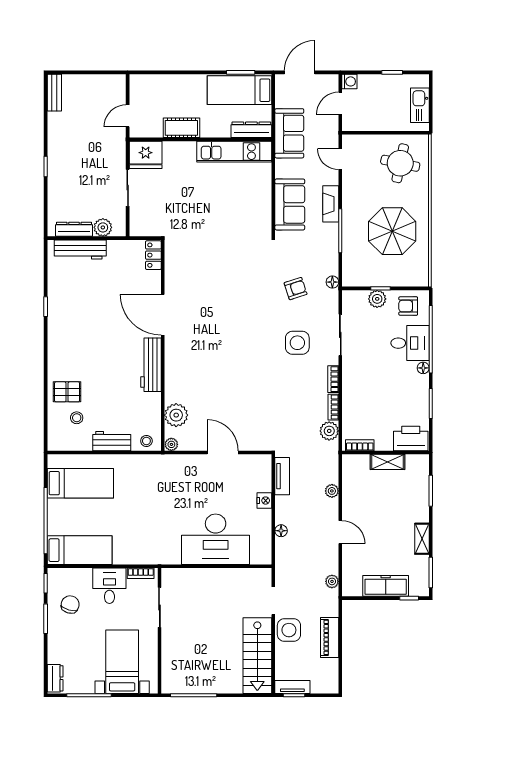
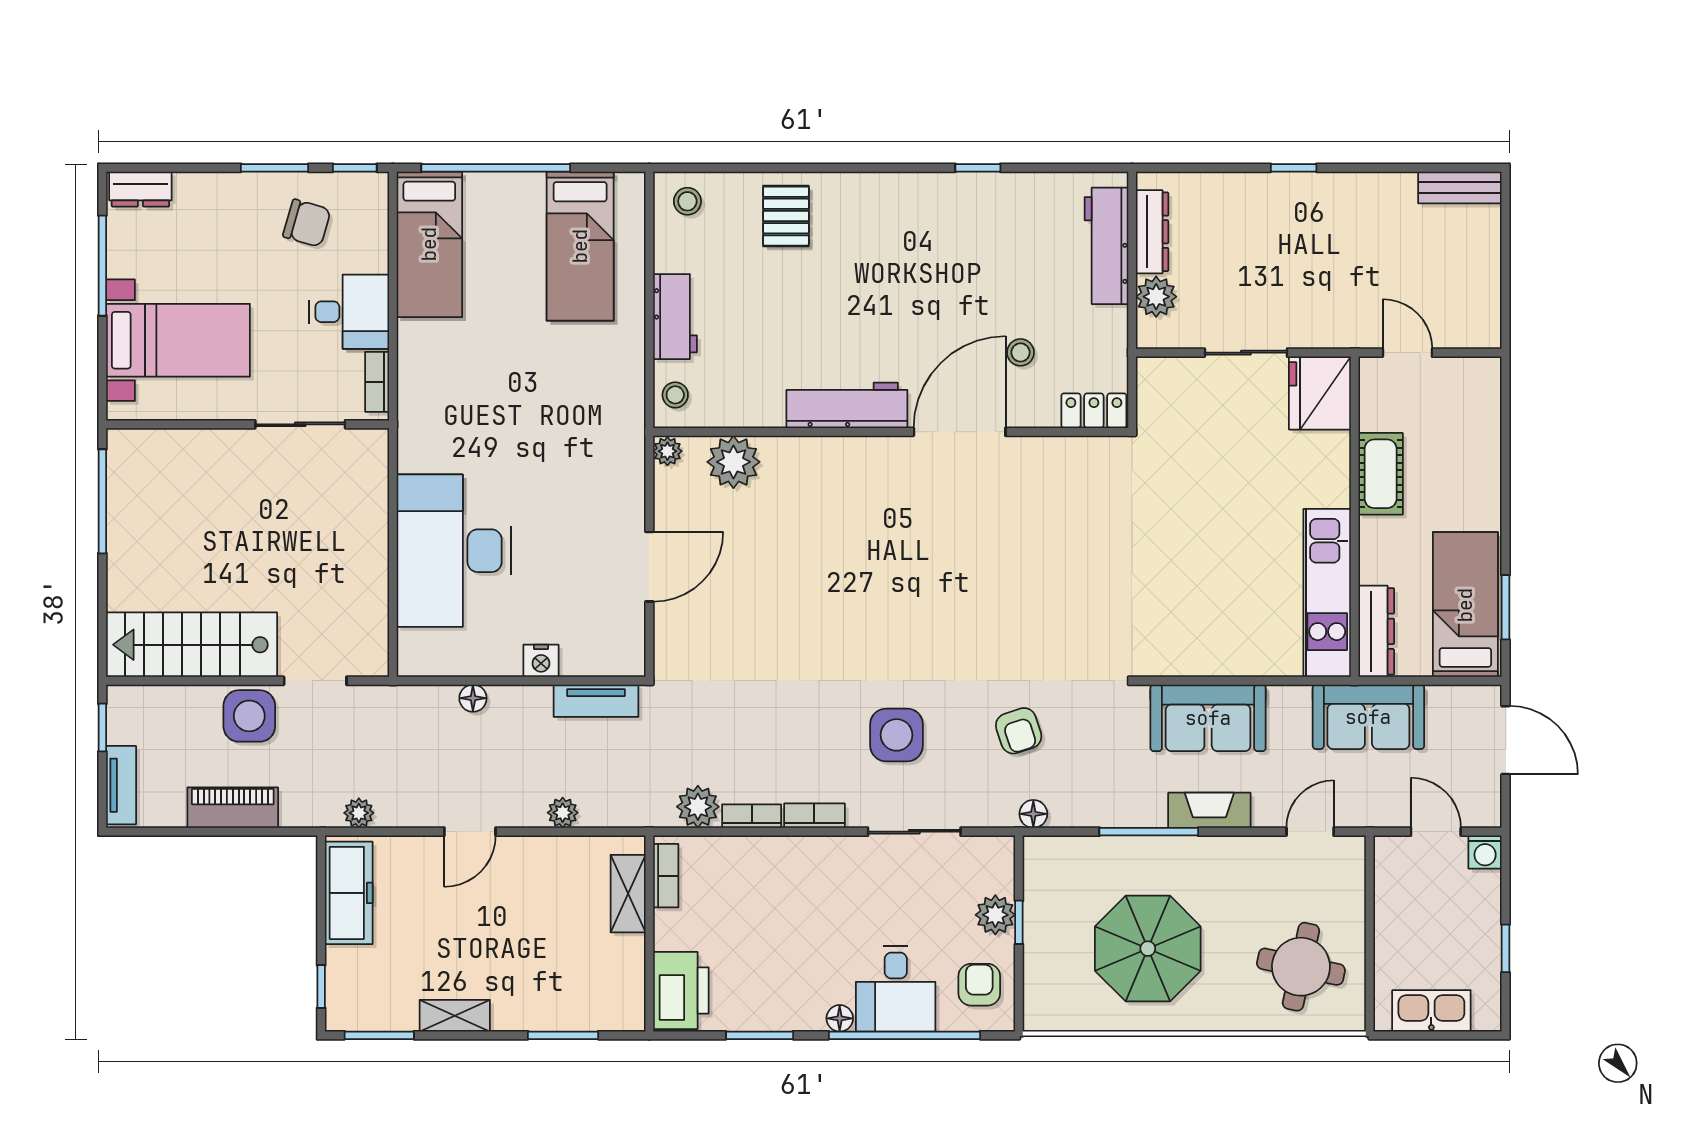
stool: (128, 288) -> (1021, 352), added
stool: (77, 418) -> (687, 201), moved
shelving: (387, 462) -> (628, 894), moved
freezer: (386, 586) -> (349, 893), moved
tv unit: (292, 687) -> (121, 785), moved

